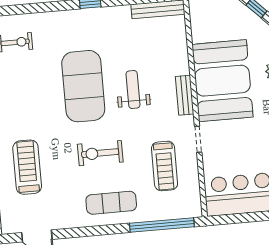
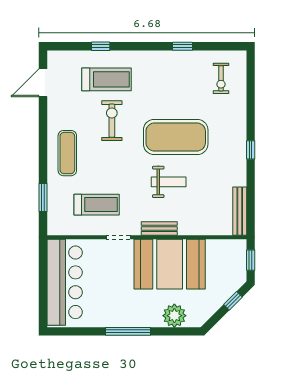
exercise bike: (100, 153) -> (112, 121), moved
treadmill: (165, 166) -> (97, 205), turned 180
window: (162, 225) -> (43, 197), width x0.47

